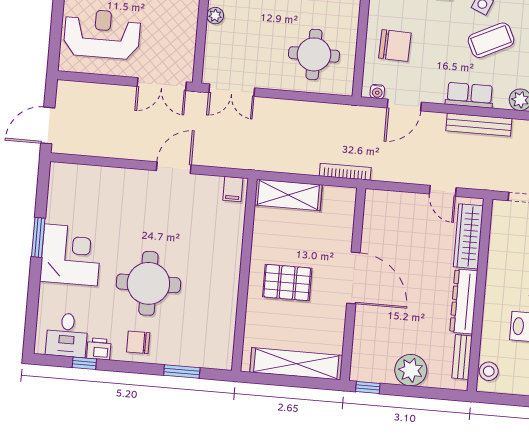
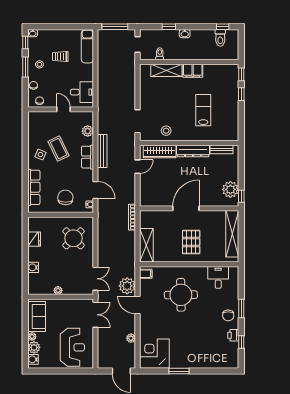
reception desk: (102, 34) -> (72, 347), turned 180
round table: (314, 54) -> (73, 238), turned 45
plant: (110, 149) -> (131, 338), added
plant: (213, 151) -> (127, 286), added
corner desk: (71, 255) -> (154, 354), moved
round table: (148, 283) -> (181, 295), moved
desk: (67, 335) -> (218, 277), moved, turned -90
plant: (411, 370) -> (230, 189), moved
stool: (489, 371) -> (166, 131), moved
window: (182, 372) -> (241, 308), moved

